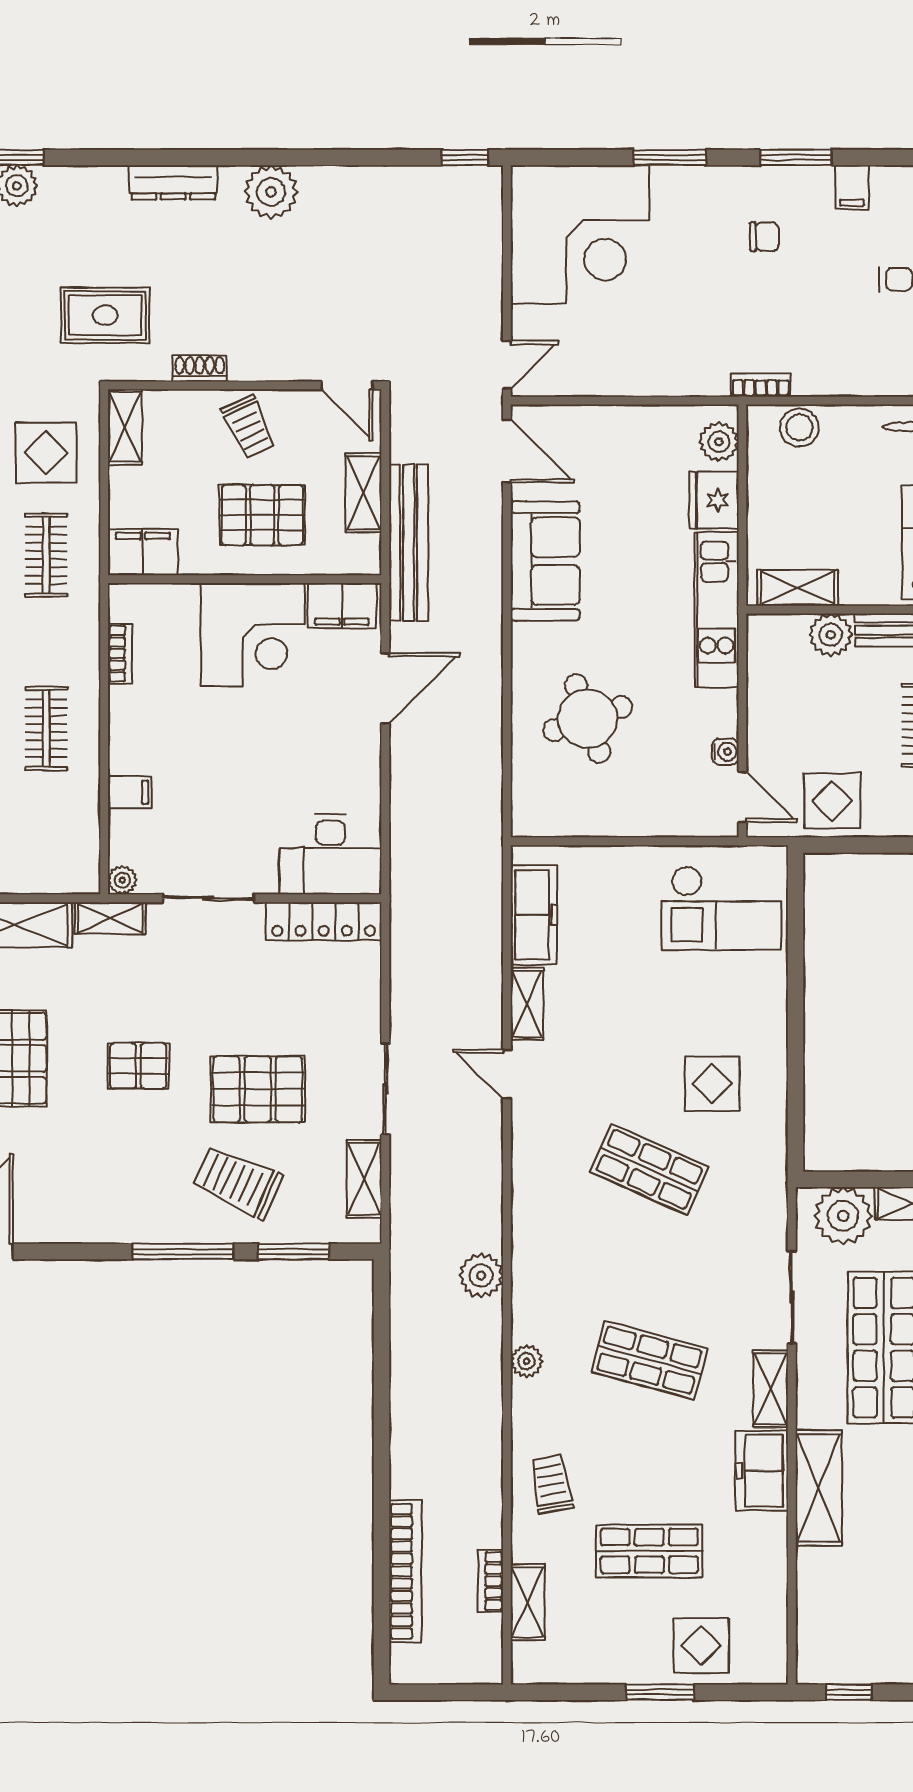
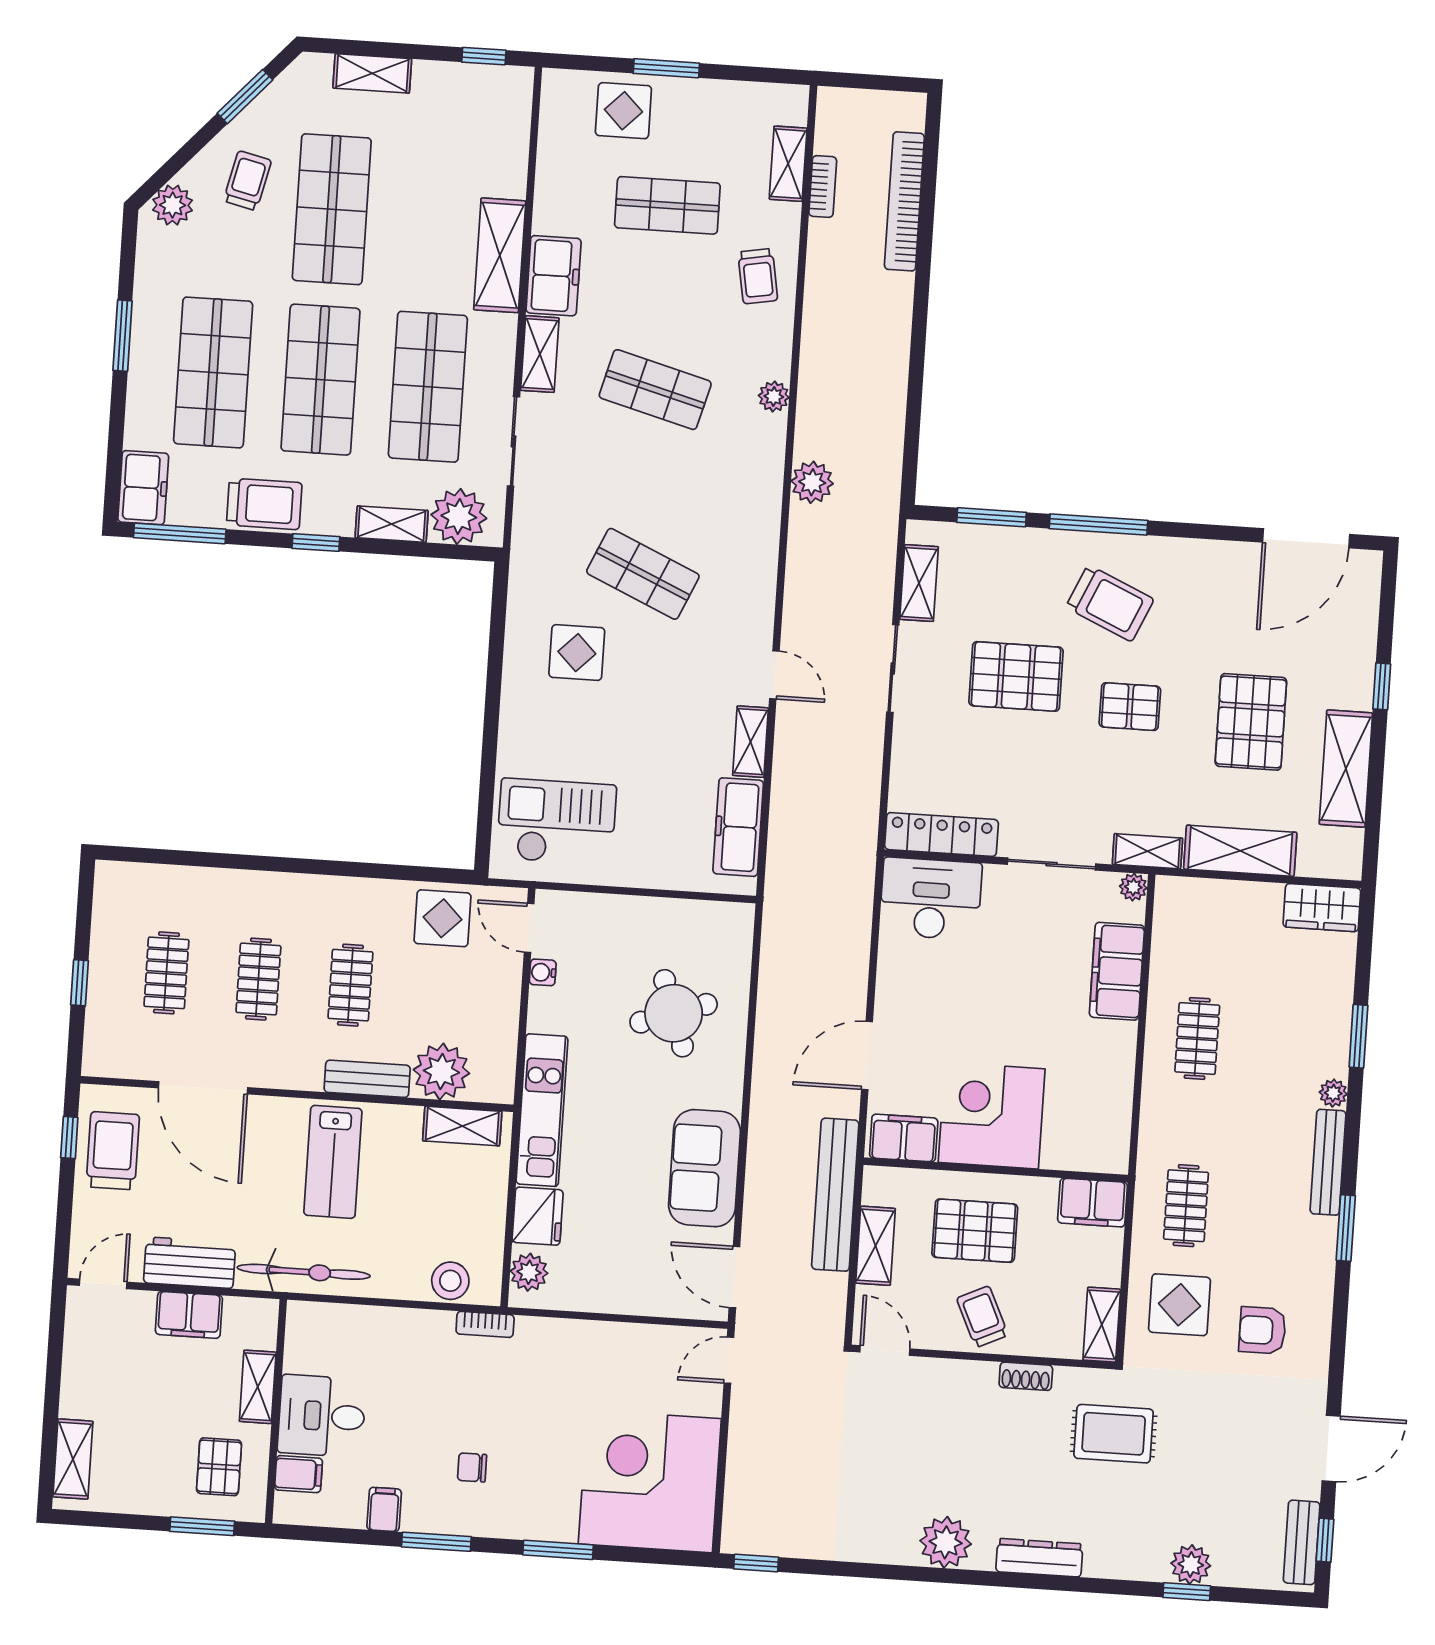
plant: (831, 635) -> (441, 1072), width x1.36, depth x1.36
bookcase: (120, 654) -> (1121, 1106), removed
filing cabinet: (130, 792) -> (1117, 971), width x3.00, depth x1.17
trolley: (238, 1182) -> (1110, 603), moved

